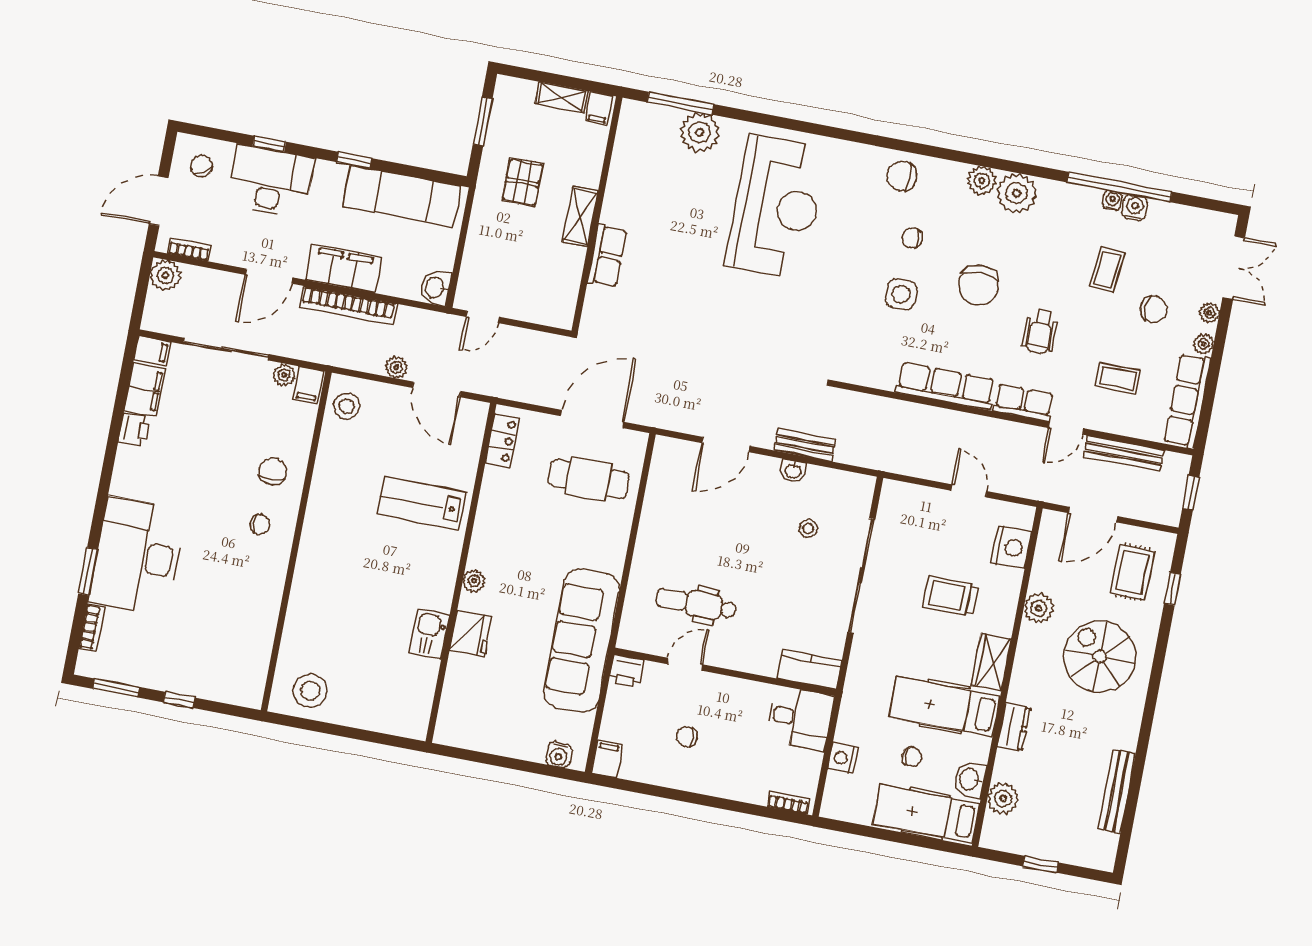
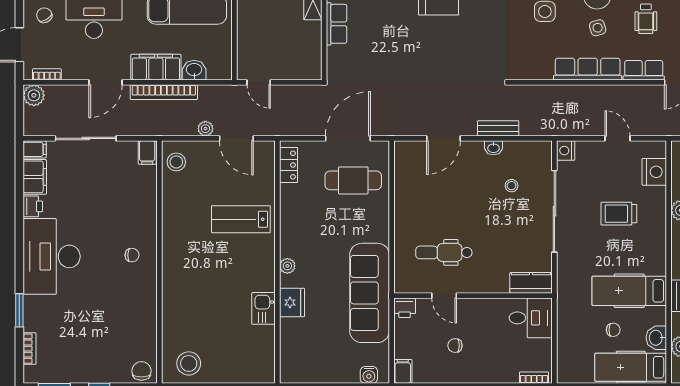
washbasin: (435, 288) -> (194, 70), moved, turned 90
door: (483, 317) -> (259, 82), hinge flipped
side table: (970, 331) -> (598, 28), added
plant: (284, 375) -> (129, 149), removed
chair: (273, 471) -> (141, 371), moved
desk: (137, 556) -> (52, 256), moved
wardrobe: (991, 662) -> (656, 254), removed
door: (685, 664) -> (444, 296), swing flipped
nightstand: (843, 758) -> (566, 151), moved

